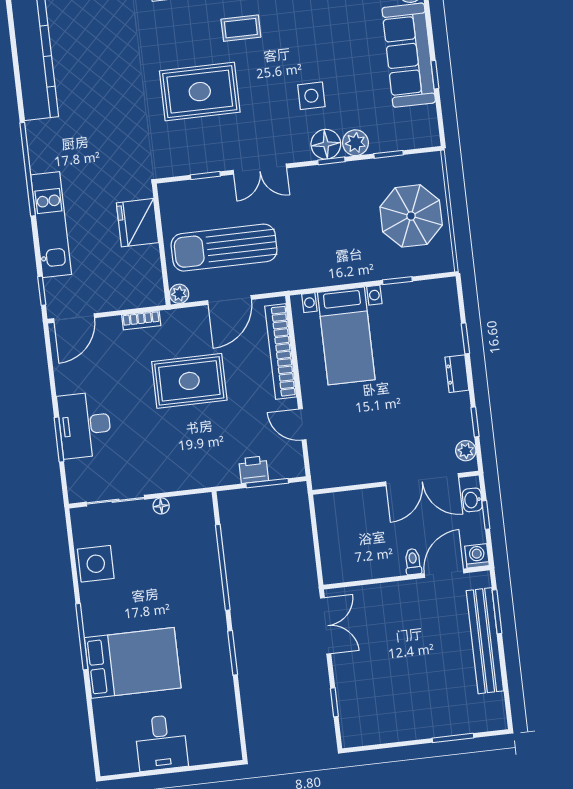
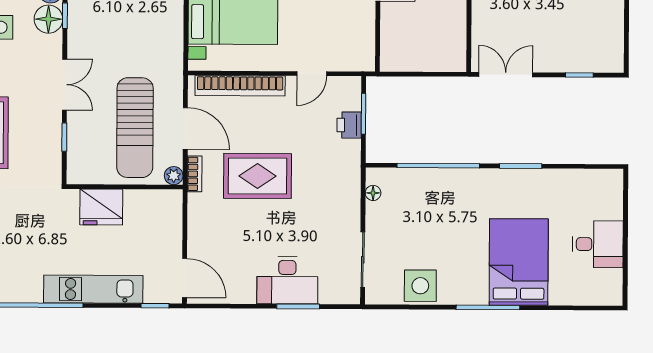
bookcase: (141, 320) -> (195, 174), moved
rug: (189, 381) -> (257, 176), turned 90
floor lamp: (161, 506) -> (373, 193), moved

